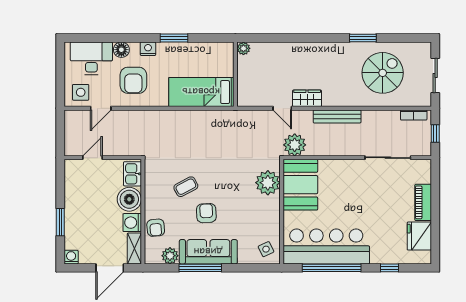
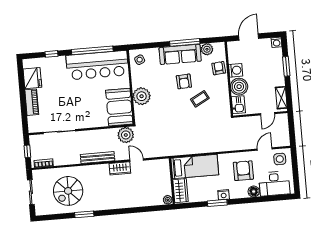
nightstand: (148, 49) -> (224, 195), moved
wardrobe: (224, 60) -> (180, 191), added
plant: (268, 183) -> (142, 96), moved
shelving: (134, 248) -> (281, 98), moved

